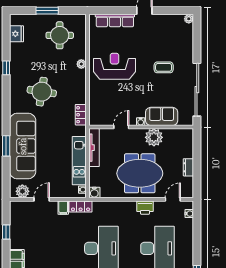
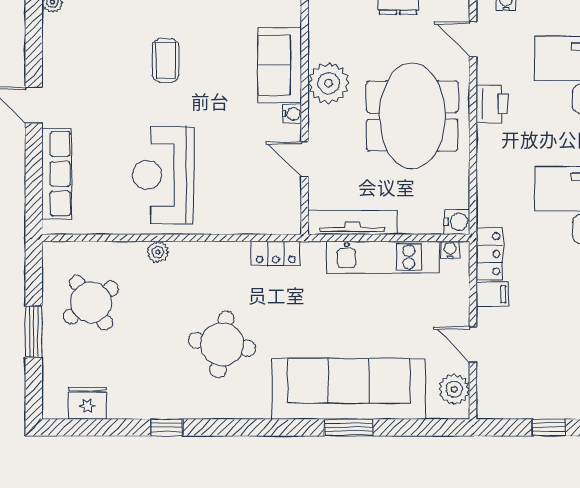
round table: (60, 35) -> (91, 302), turned -35

